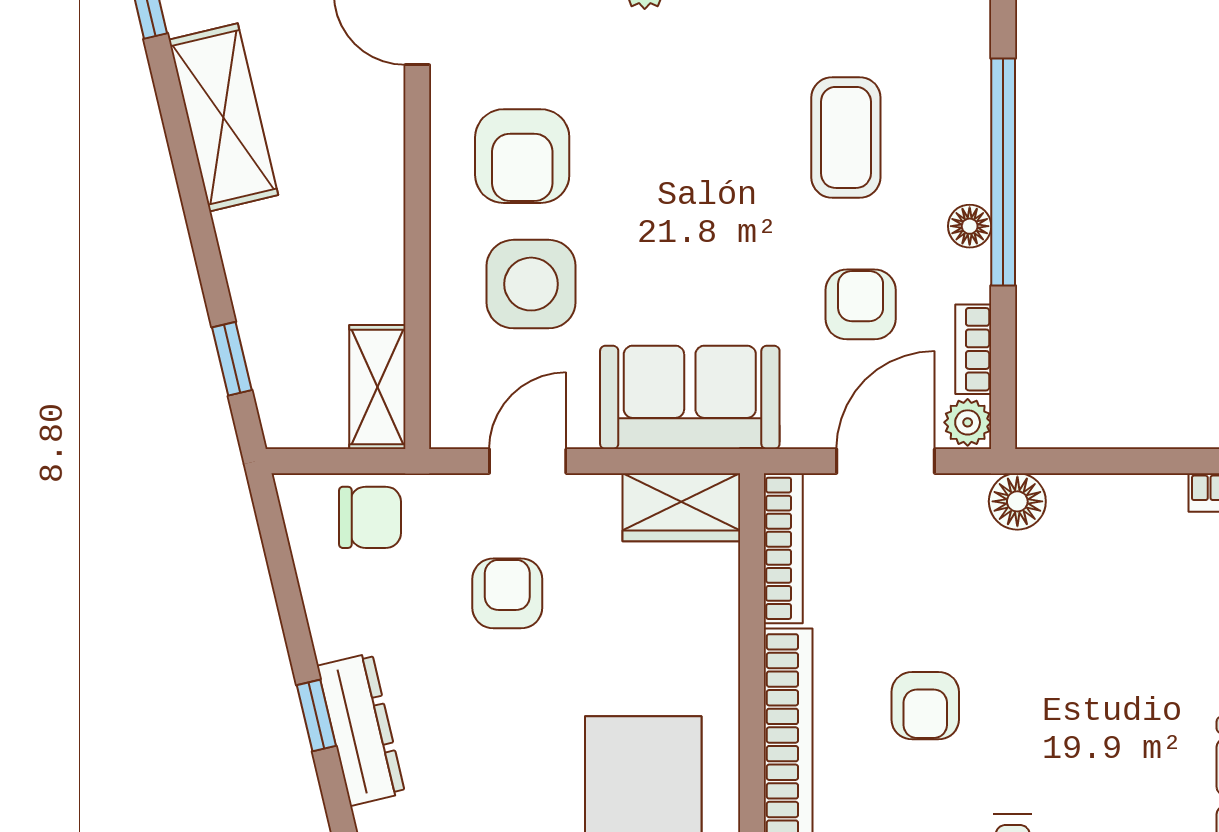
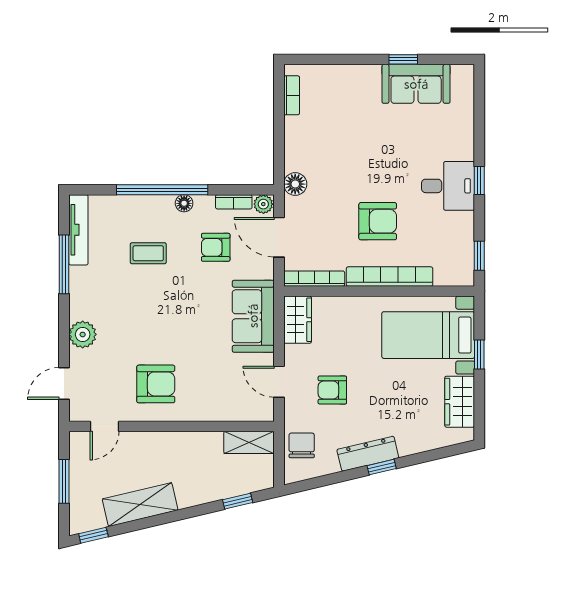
coffee table: (846, 137) -> (148, 253), width x0.73, depth x0.77
side table: (531, 284) -> (207, 380), removed
armchair: (925, 706) -> (378, 221), width x1.38, depth x1.38
dresser: (361, 729) -> (368, 454), moved

